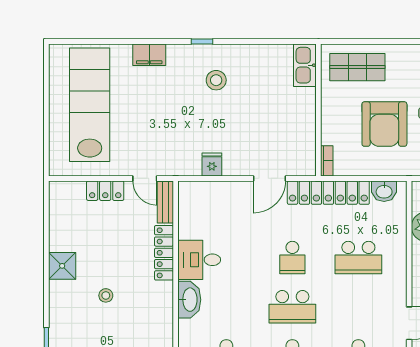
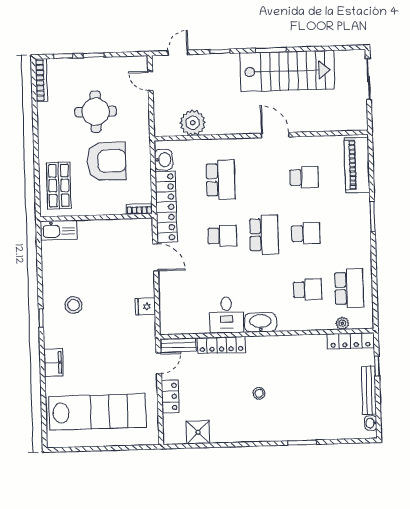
lab bench: (90, 105) -> (98, 412), turned 180
shower: (62, 266) -> (198, 432), moved

